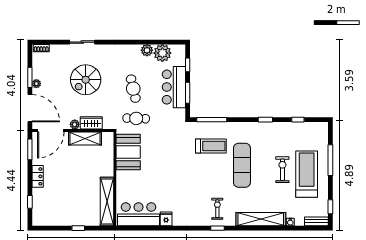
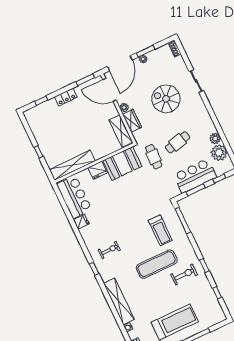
shelving: (85, 138) -> (121, 131), moved
exercise bike: (282, 170) -> (184, 275), moved
fridge: (123, 179) -> (98, 170), added
exercise bike: (217, 209) -> (109, 250), moved

